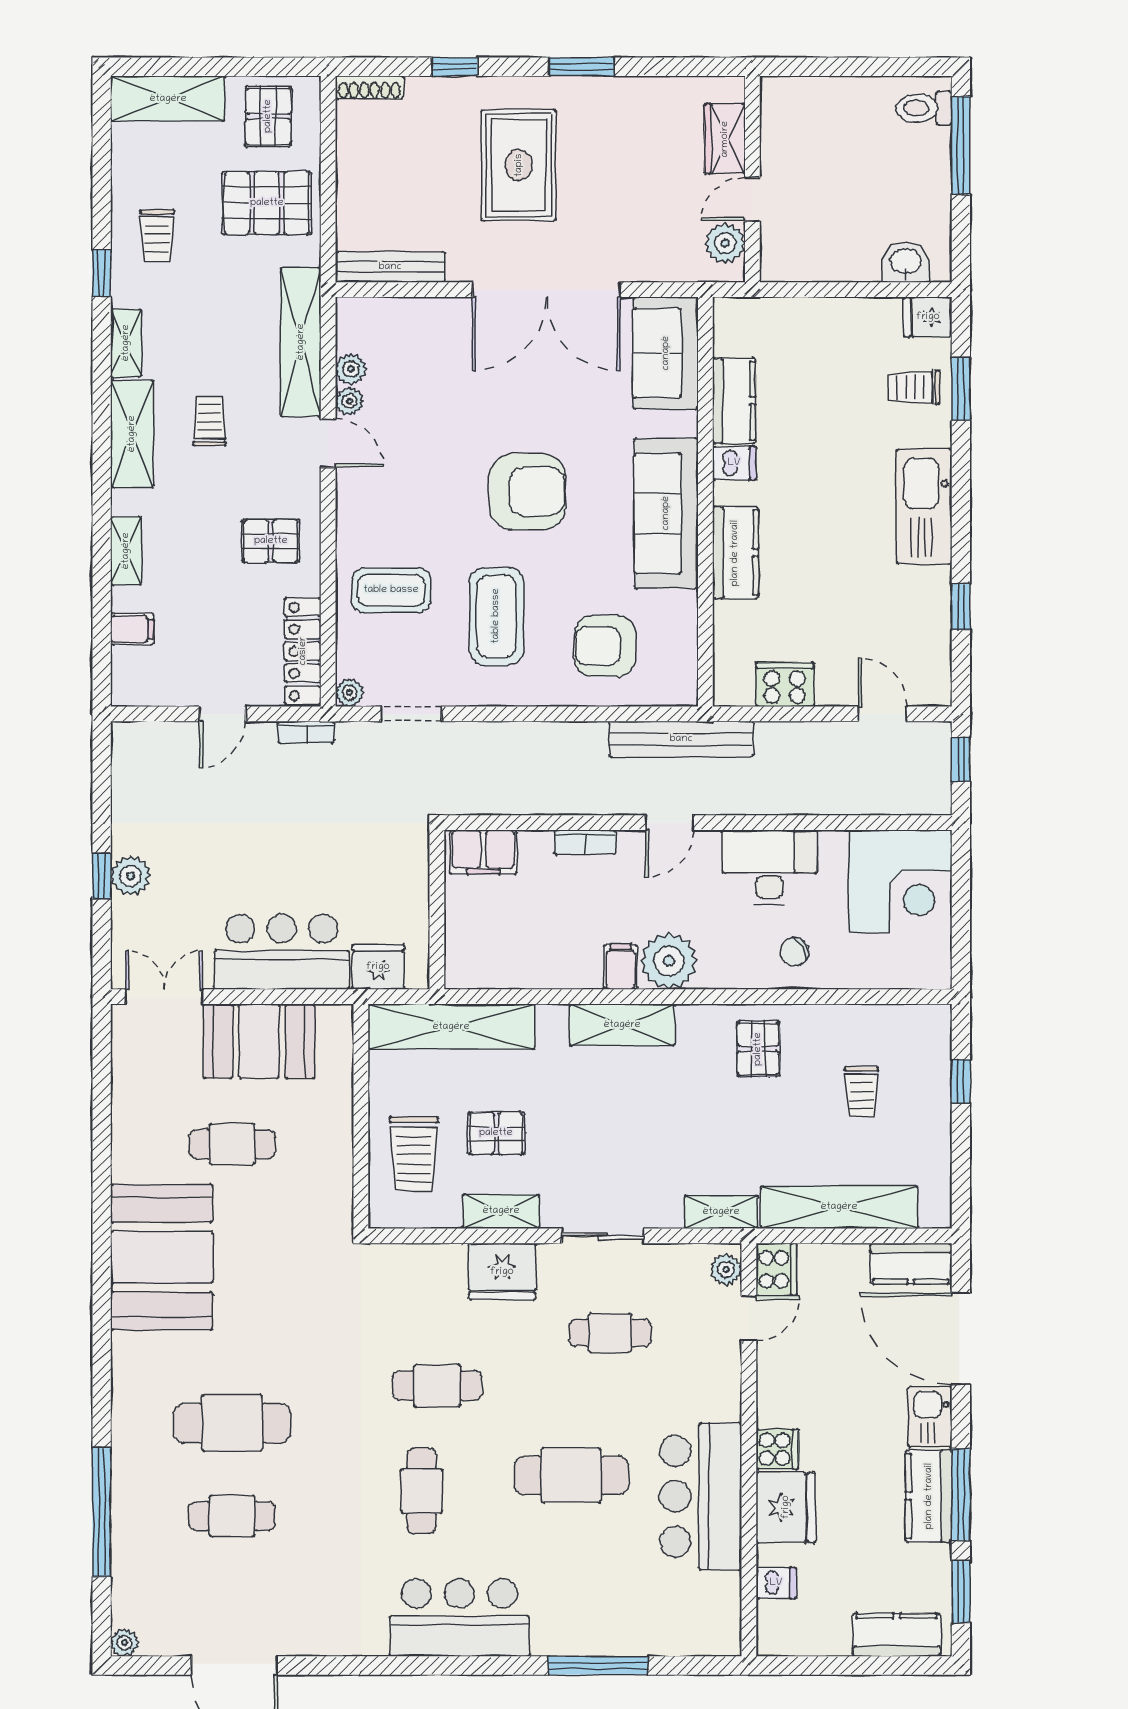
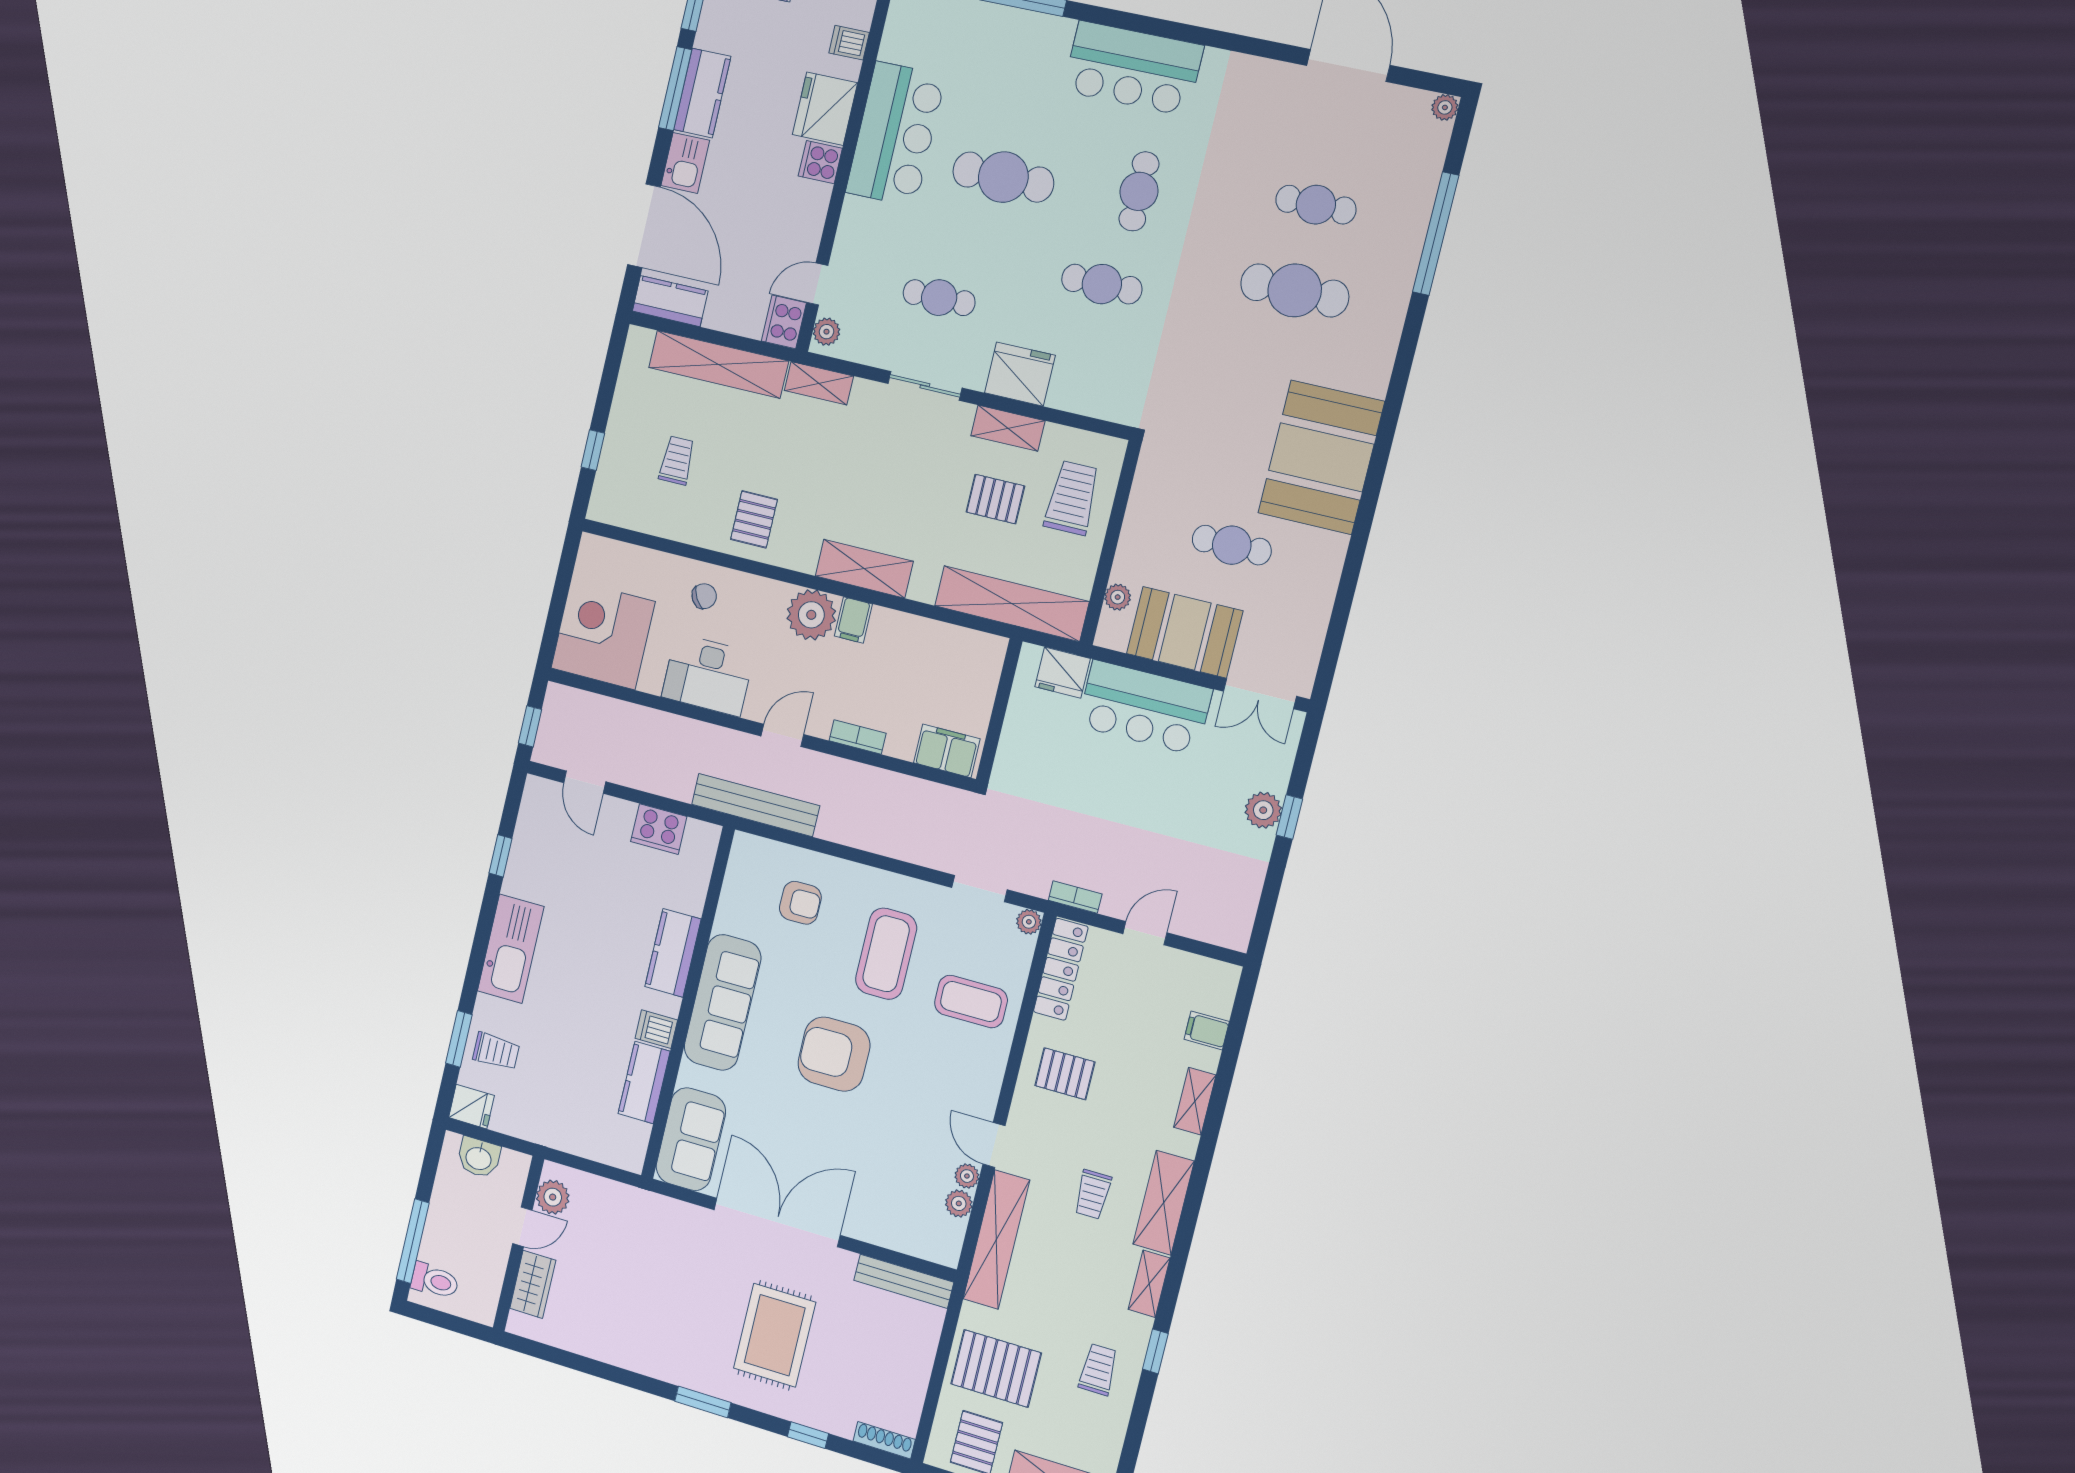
wardrobe: (725, 139) -> (533, 1284), moved
wall: (752, 179) -> (519, 1244), moved
door: (752, 199) -> (522, 1227), moved
plant: (725, 243) -> (553, 1197), moved
armchair: (605, 646) -> (800, 903), width x0.72, depth x0.72
plant: (339, 1061) -> (1118, 597), added

